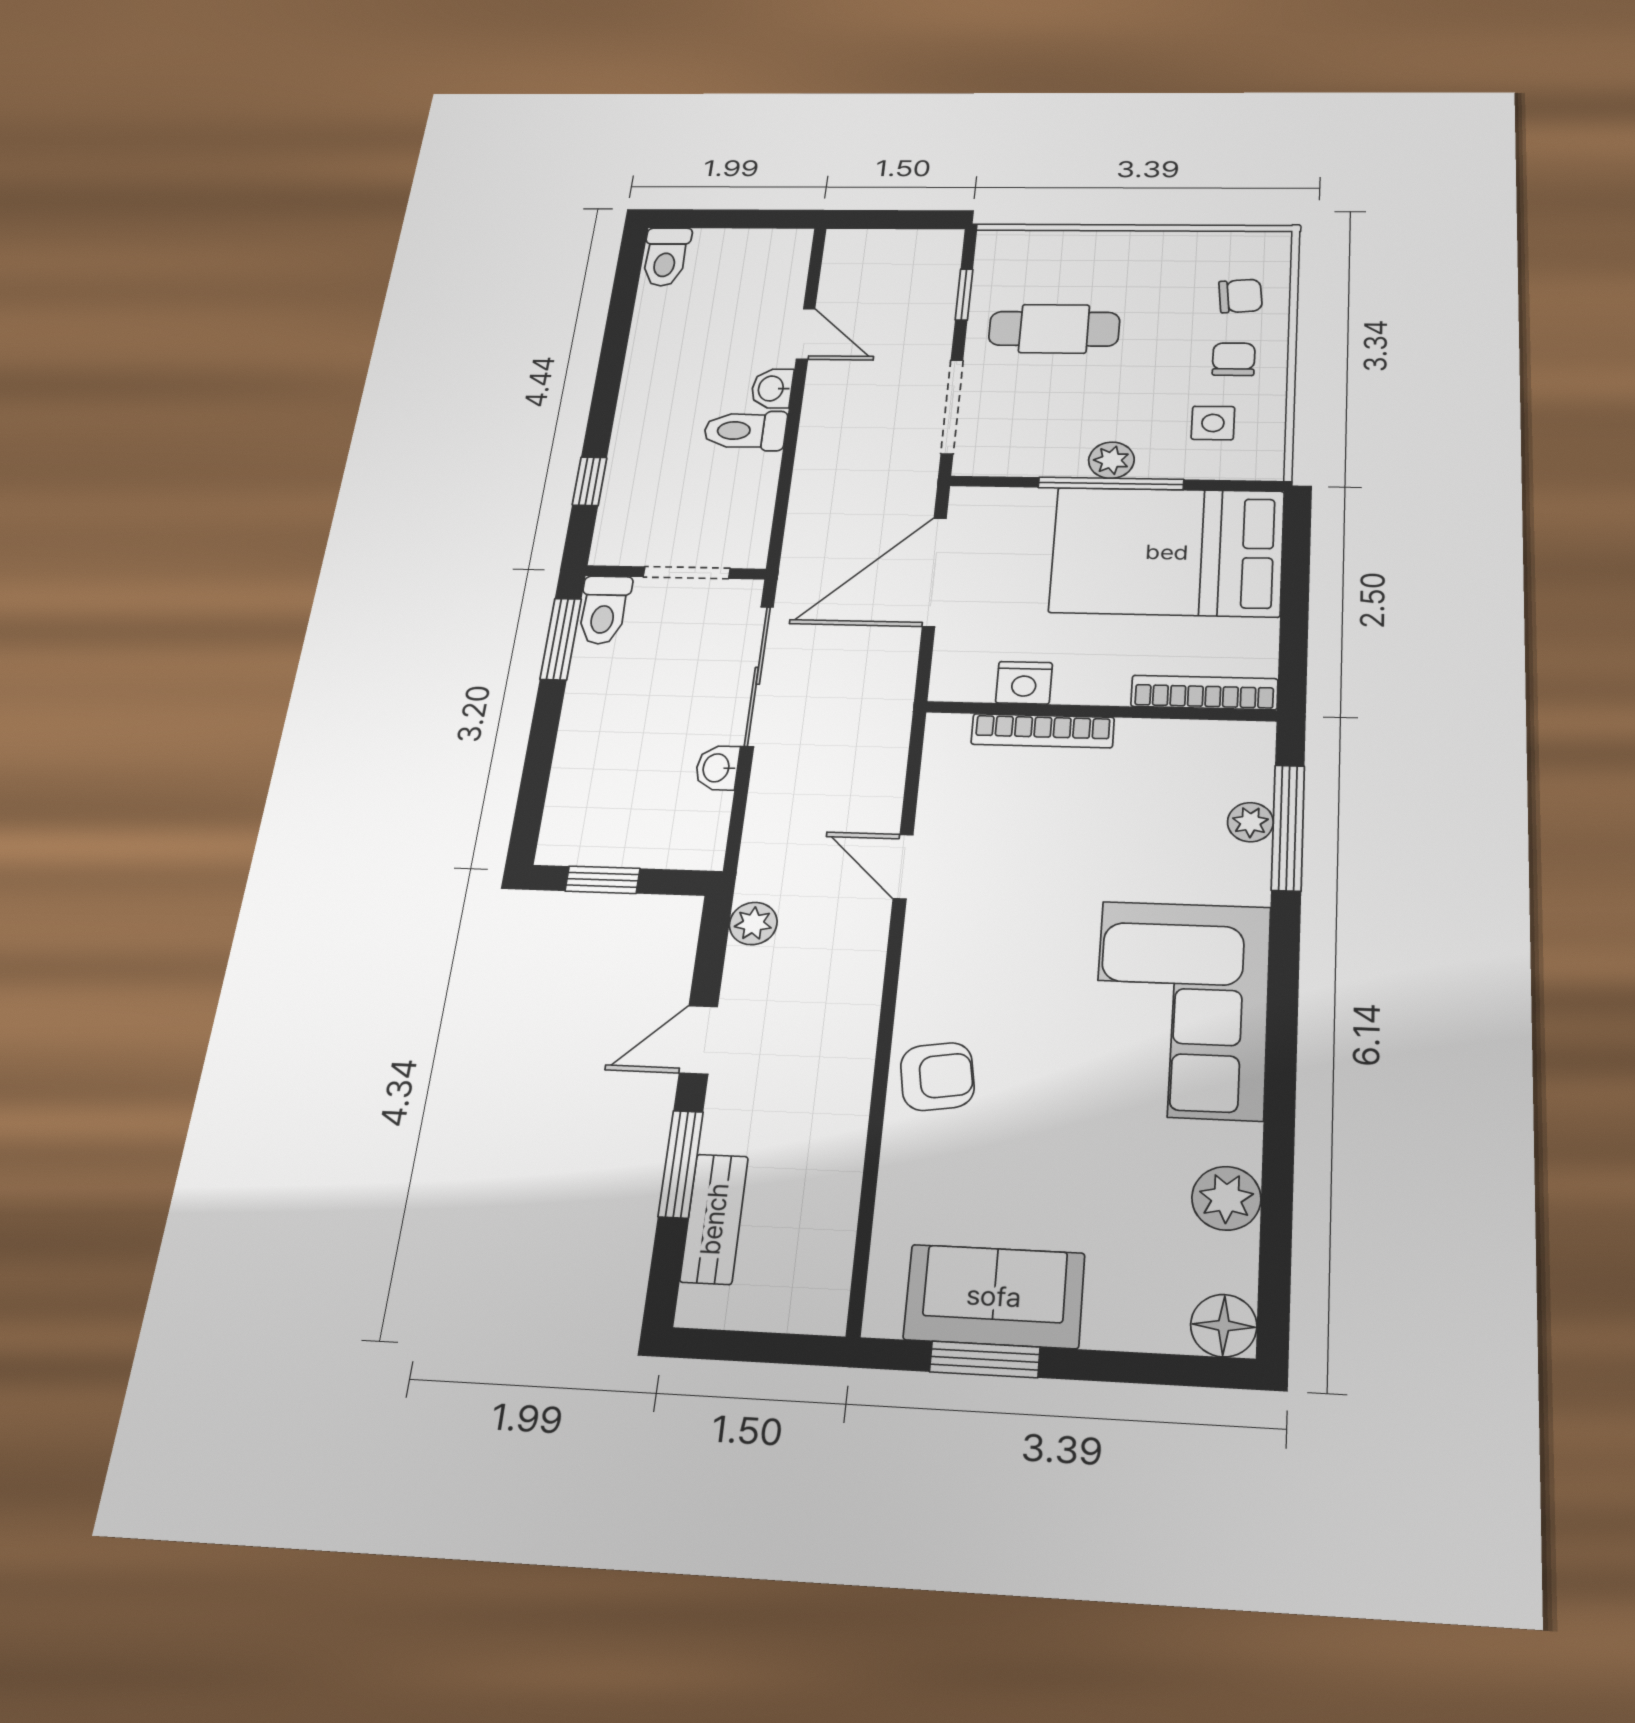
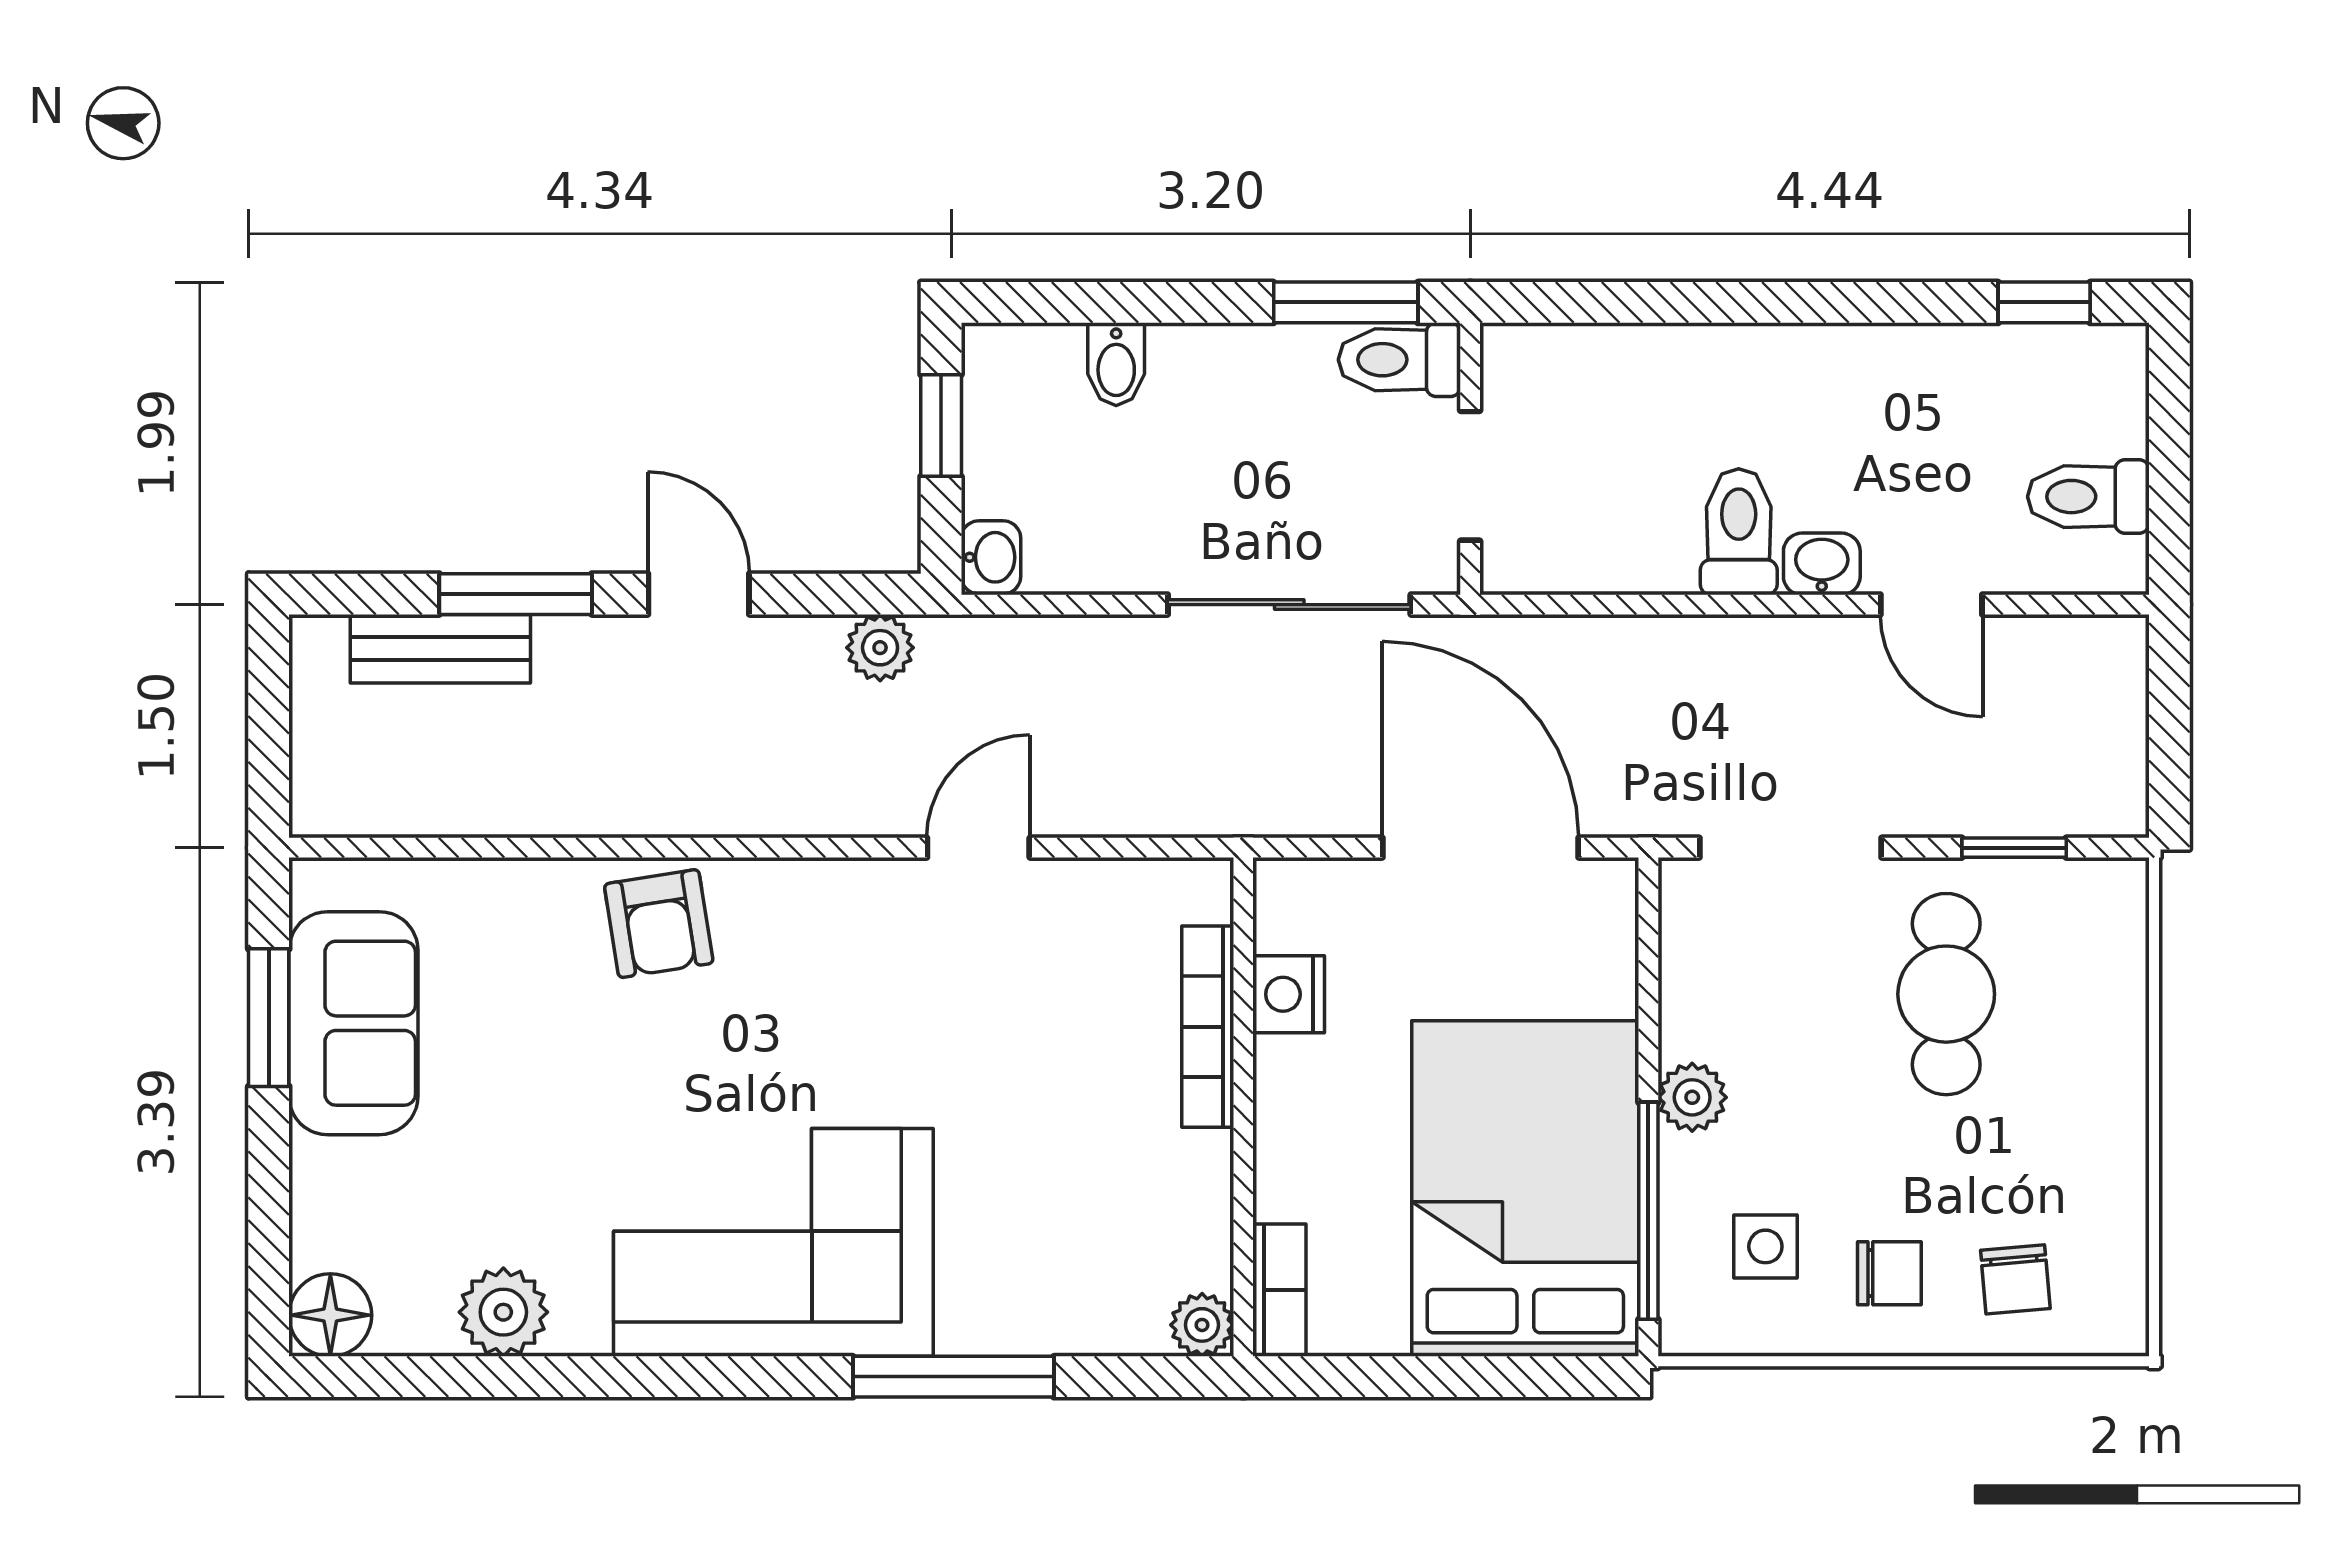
toilet: (666, 257) -> (2088, 497), moved
door: (806, 334) -> (1931, 605), hinge flipped
window: (590, 481) -> (2044, 302), moved
window: (1111, 484) -> (1648, 1211), moved
bookcase: (1204, 693) -> (1279, 1290), width x0.64
washbasin: (717, 768) -> (991, 557), moved, turned 90
bidet: (578, 772) -> (1116, 364), added
plant: (1250, 822) -> (1202, 1325), moved
window: (1288, 828) -> (953, 1377), moved

